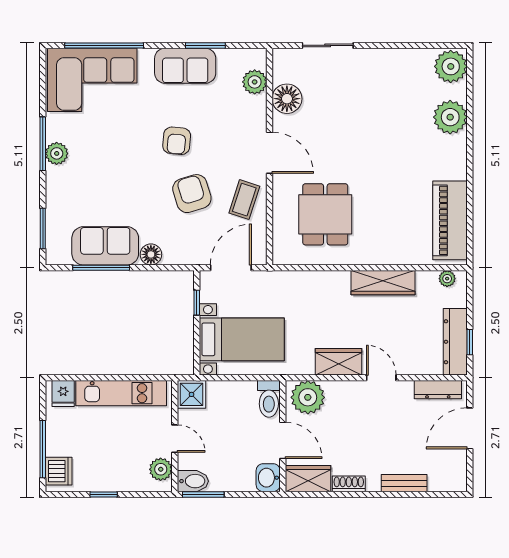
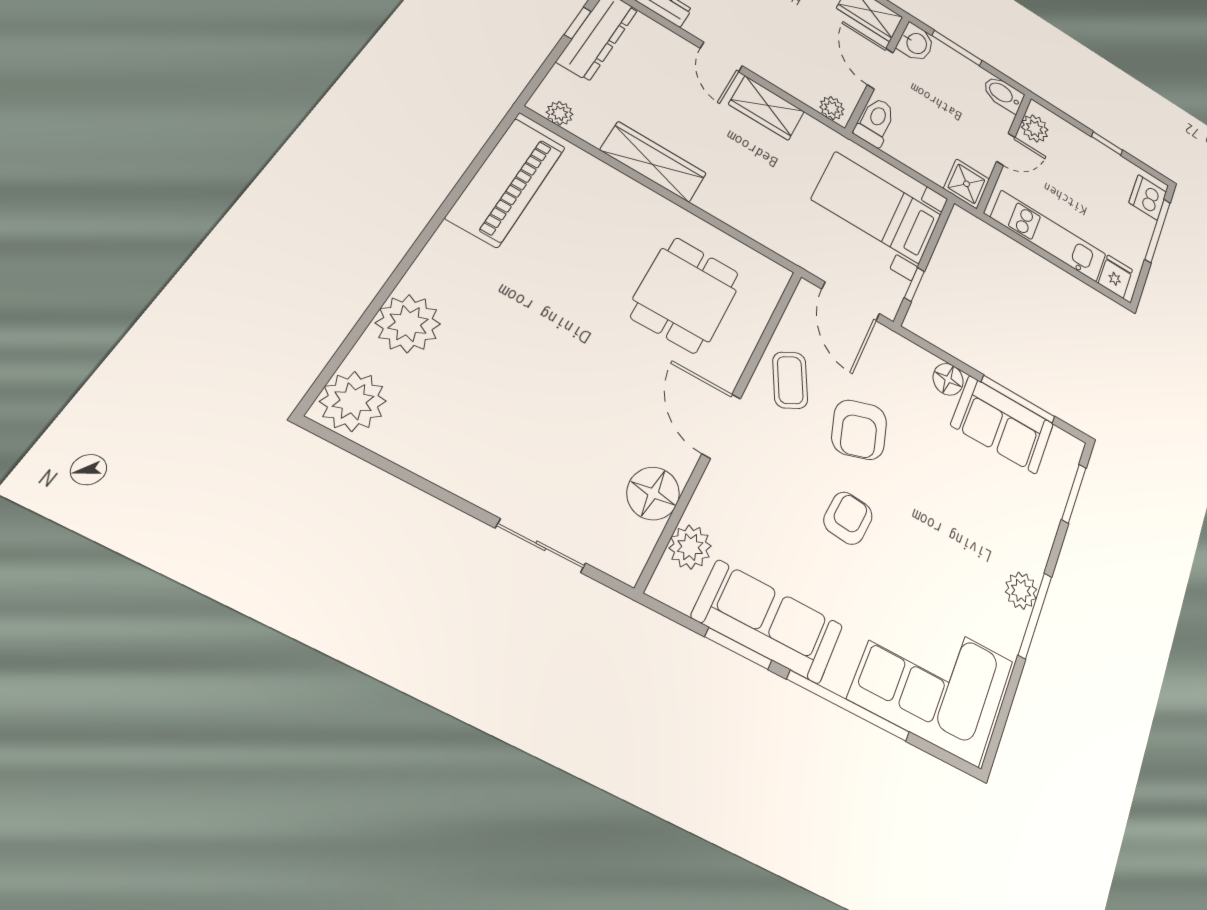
window: (104, 45) -> (848, 706), moved
sofa: (185, 66) -> (768, 622), width x1.36
coffee table: (244, 200) -> (790, 380), turned -46
door: (231, 268) -> (851, 301), hinge flipped
plant: (308, 397) -> (832, 108), width x0.53, depth x0.53
door: (175, 439) -> (1006, 149), swing flipped
window: (203, 494) -> (957, 48), moved

